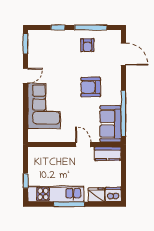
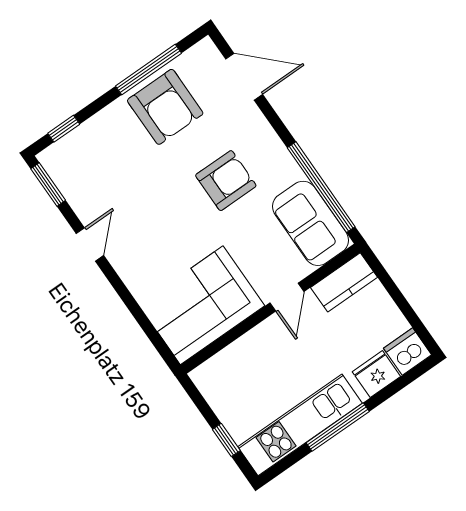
window: (58, 27) -> (64, 129), moved
armchair: (87, 45) -> (165, 107), width x1.88, depth x1.88
armchair: (91, 87) -> (226, 181), turned 180
corner sofa: (44, 106) -> (202, 305), moved, turned -90
door: (83, 145) -> (287, 297), swing flipped

